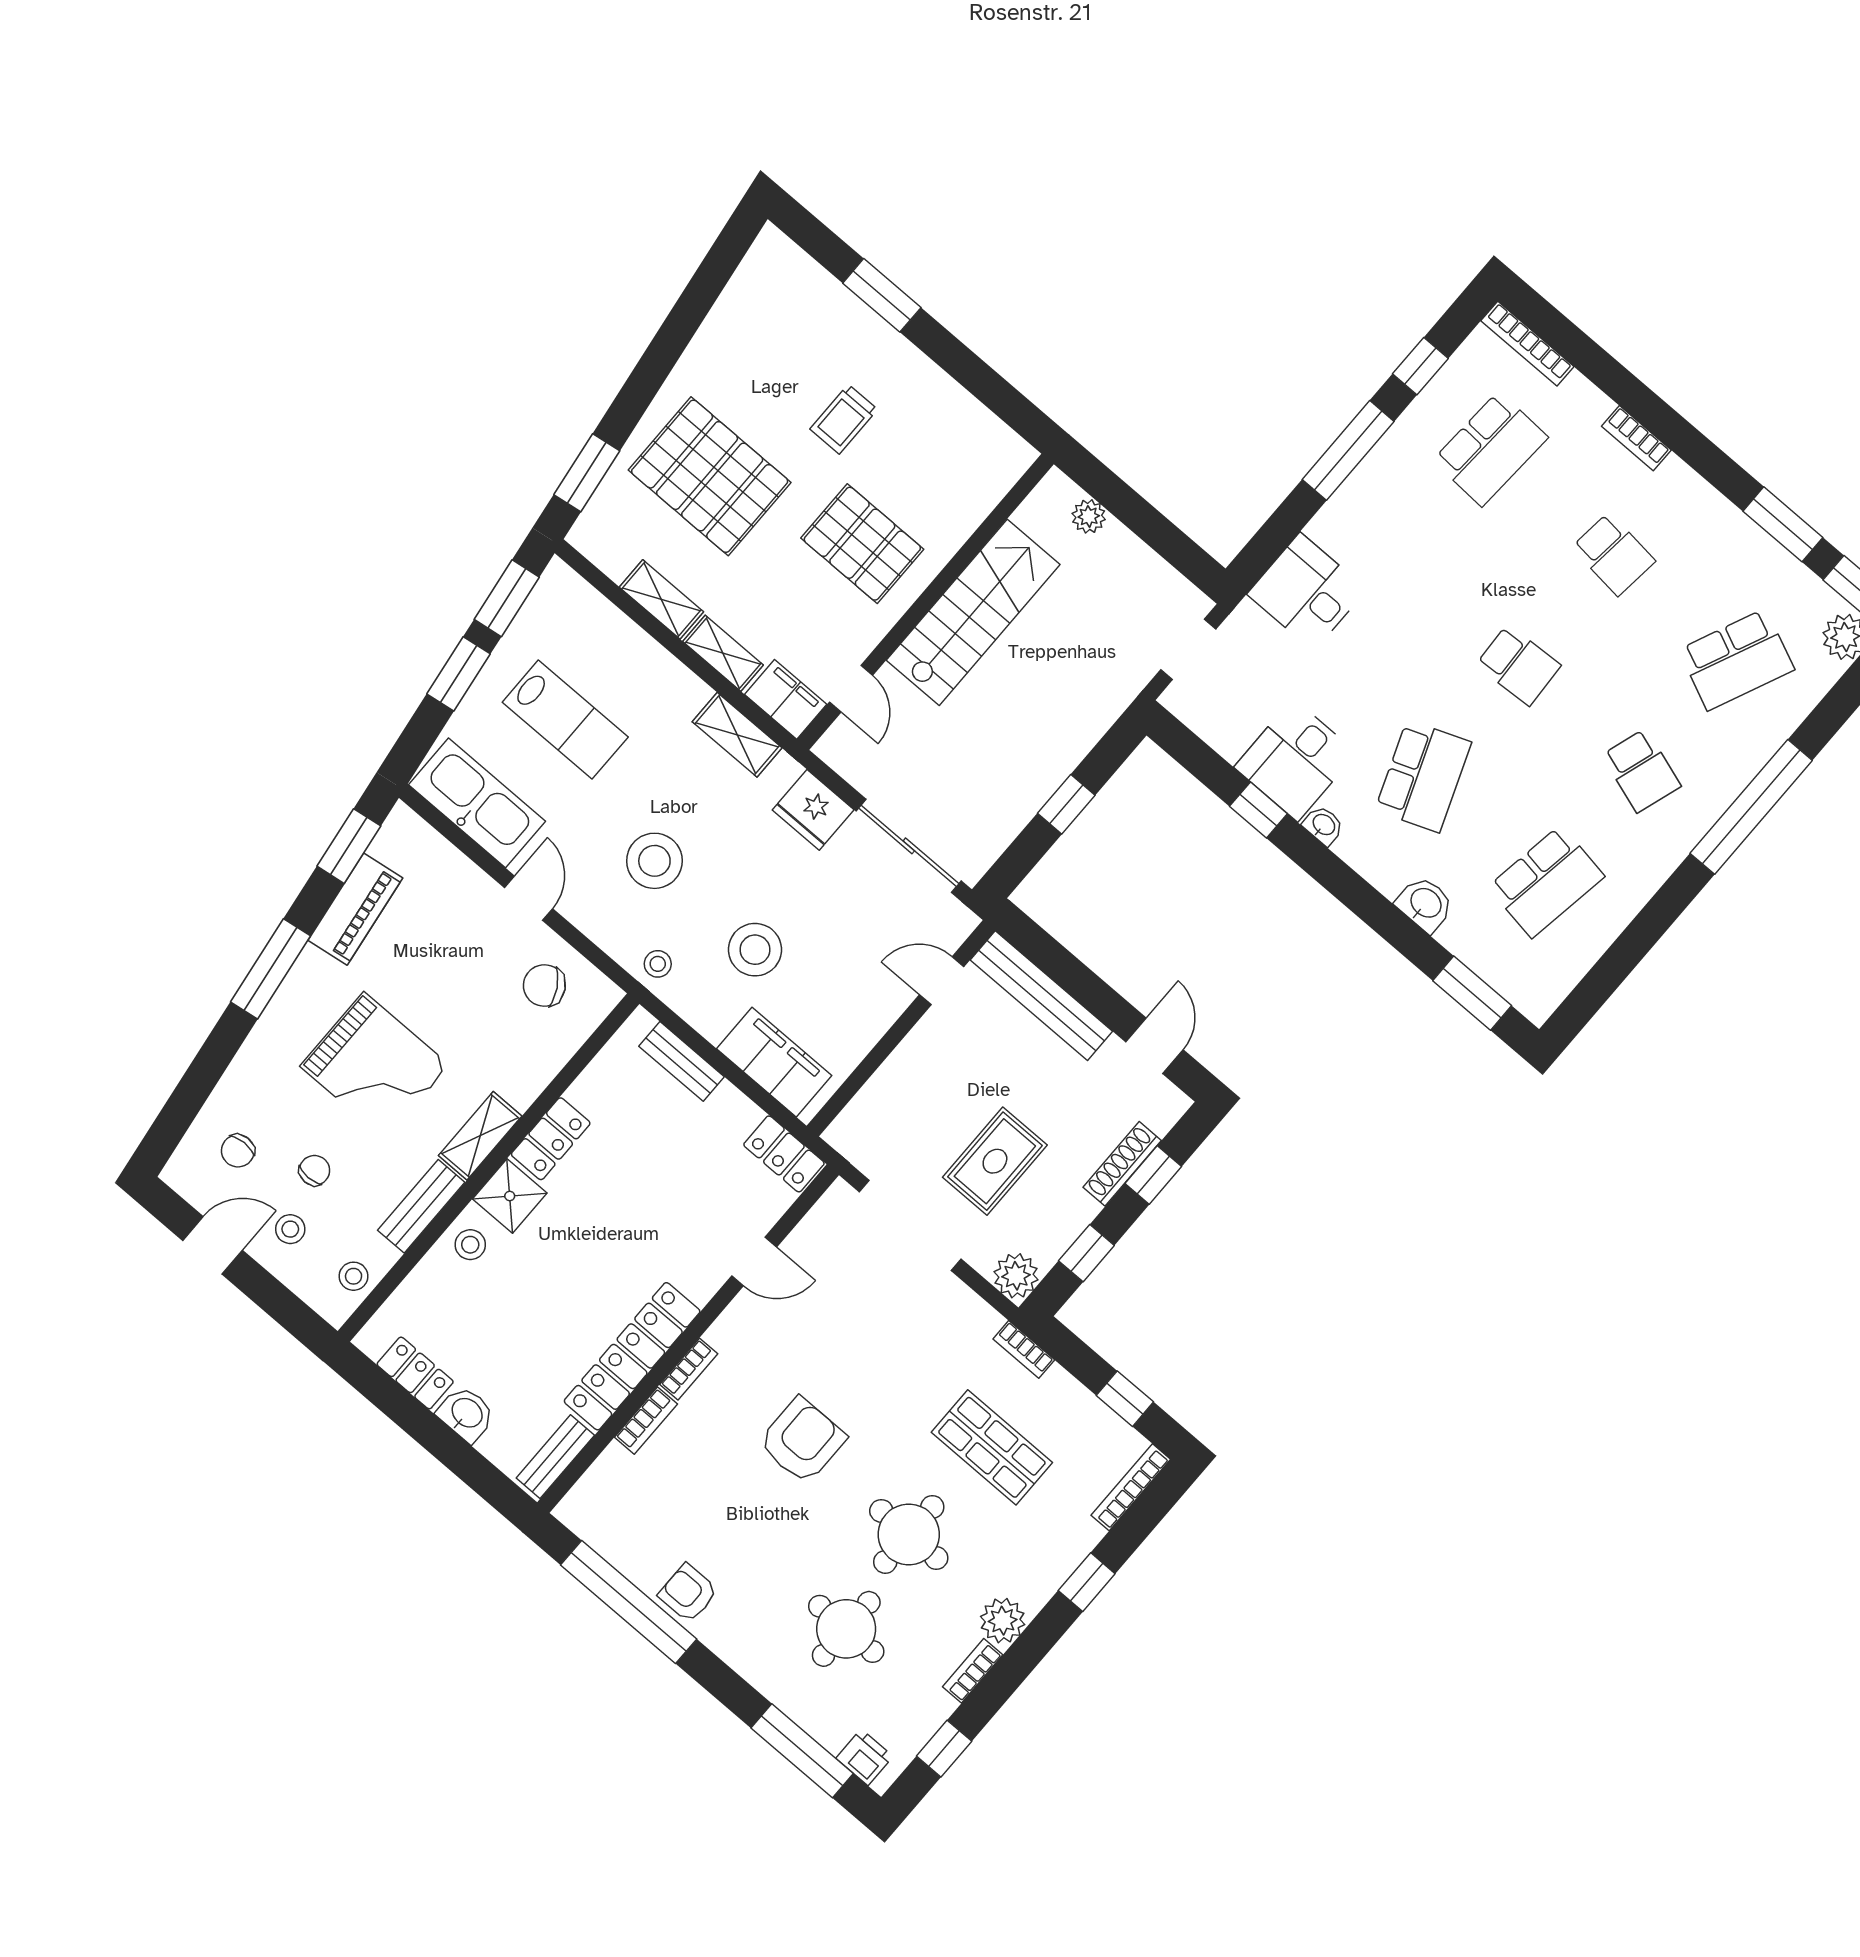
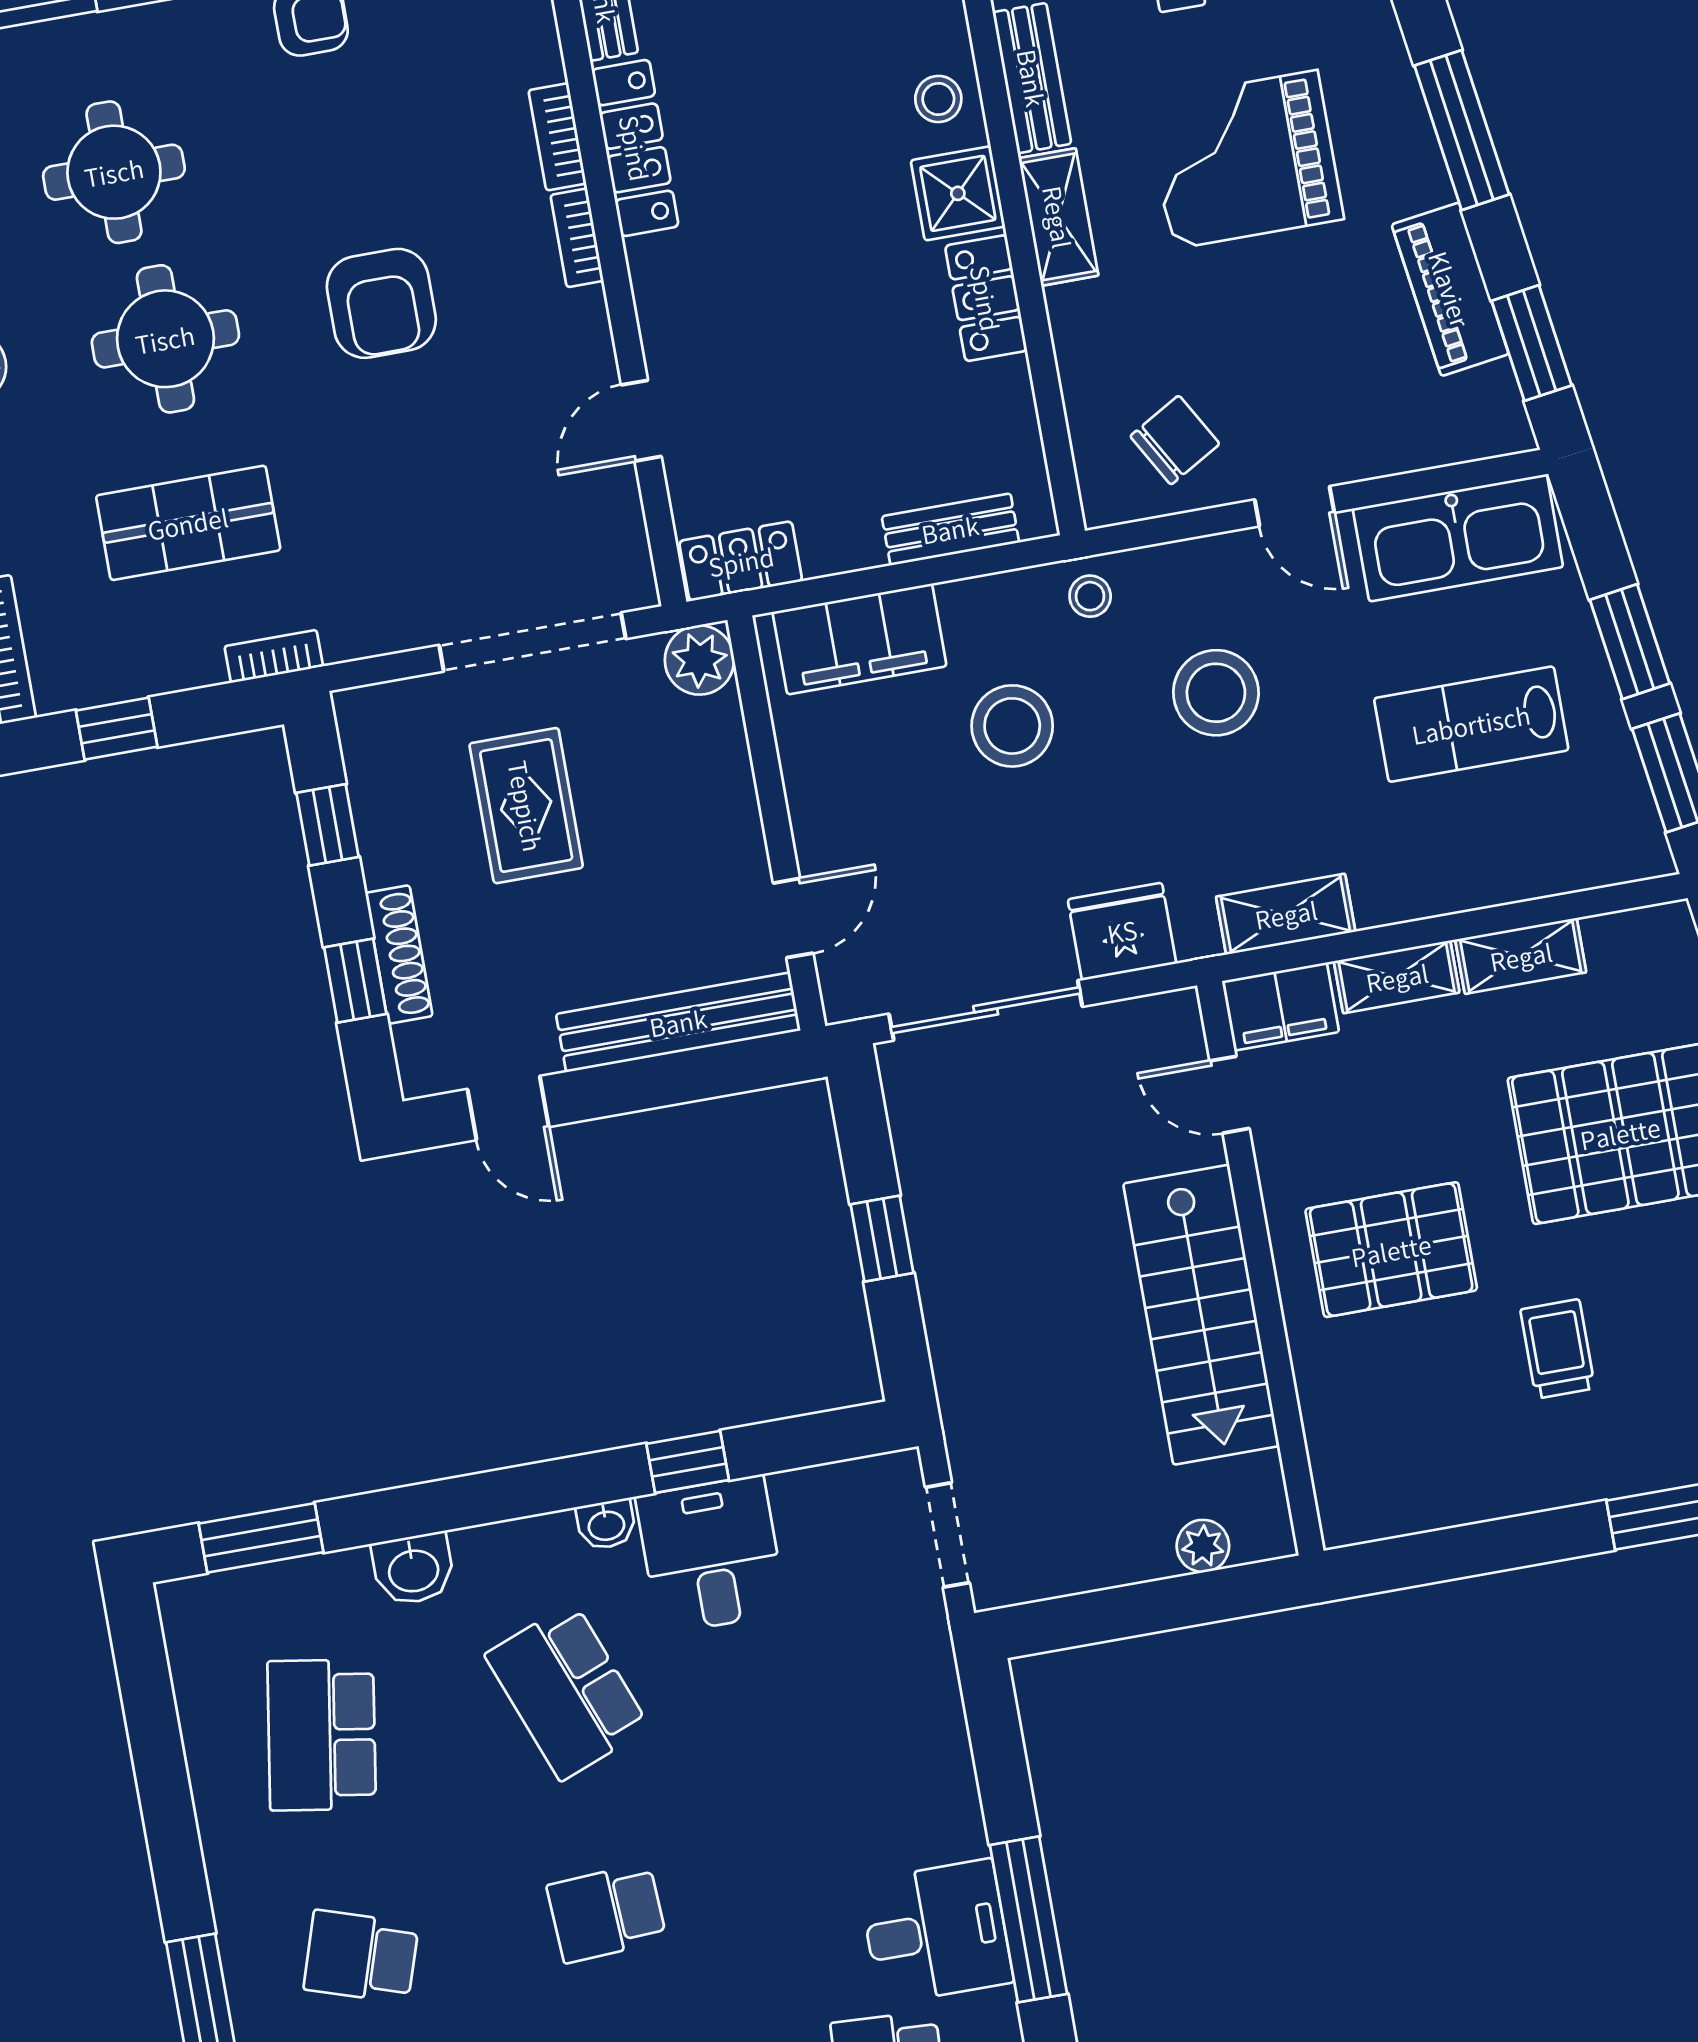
desk: (1307, 592) -> (936, 1932), moved
plant: (1016, 1276) -> (699, 660), moved
locker: (632, 1356) -> (635, 148), width x0.71, depth x0.83

